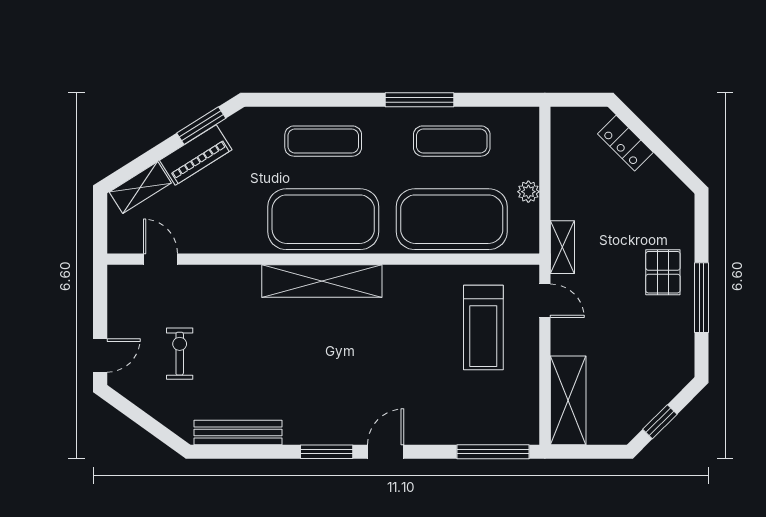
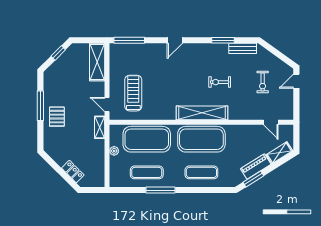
exercise bike: (280, 353) -> (220, 82), added
bench: (238, 432) -> (243, 48), width x0.73
window: (327, 452) -> (223, 40), moved

